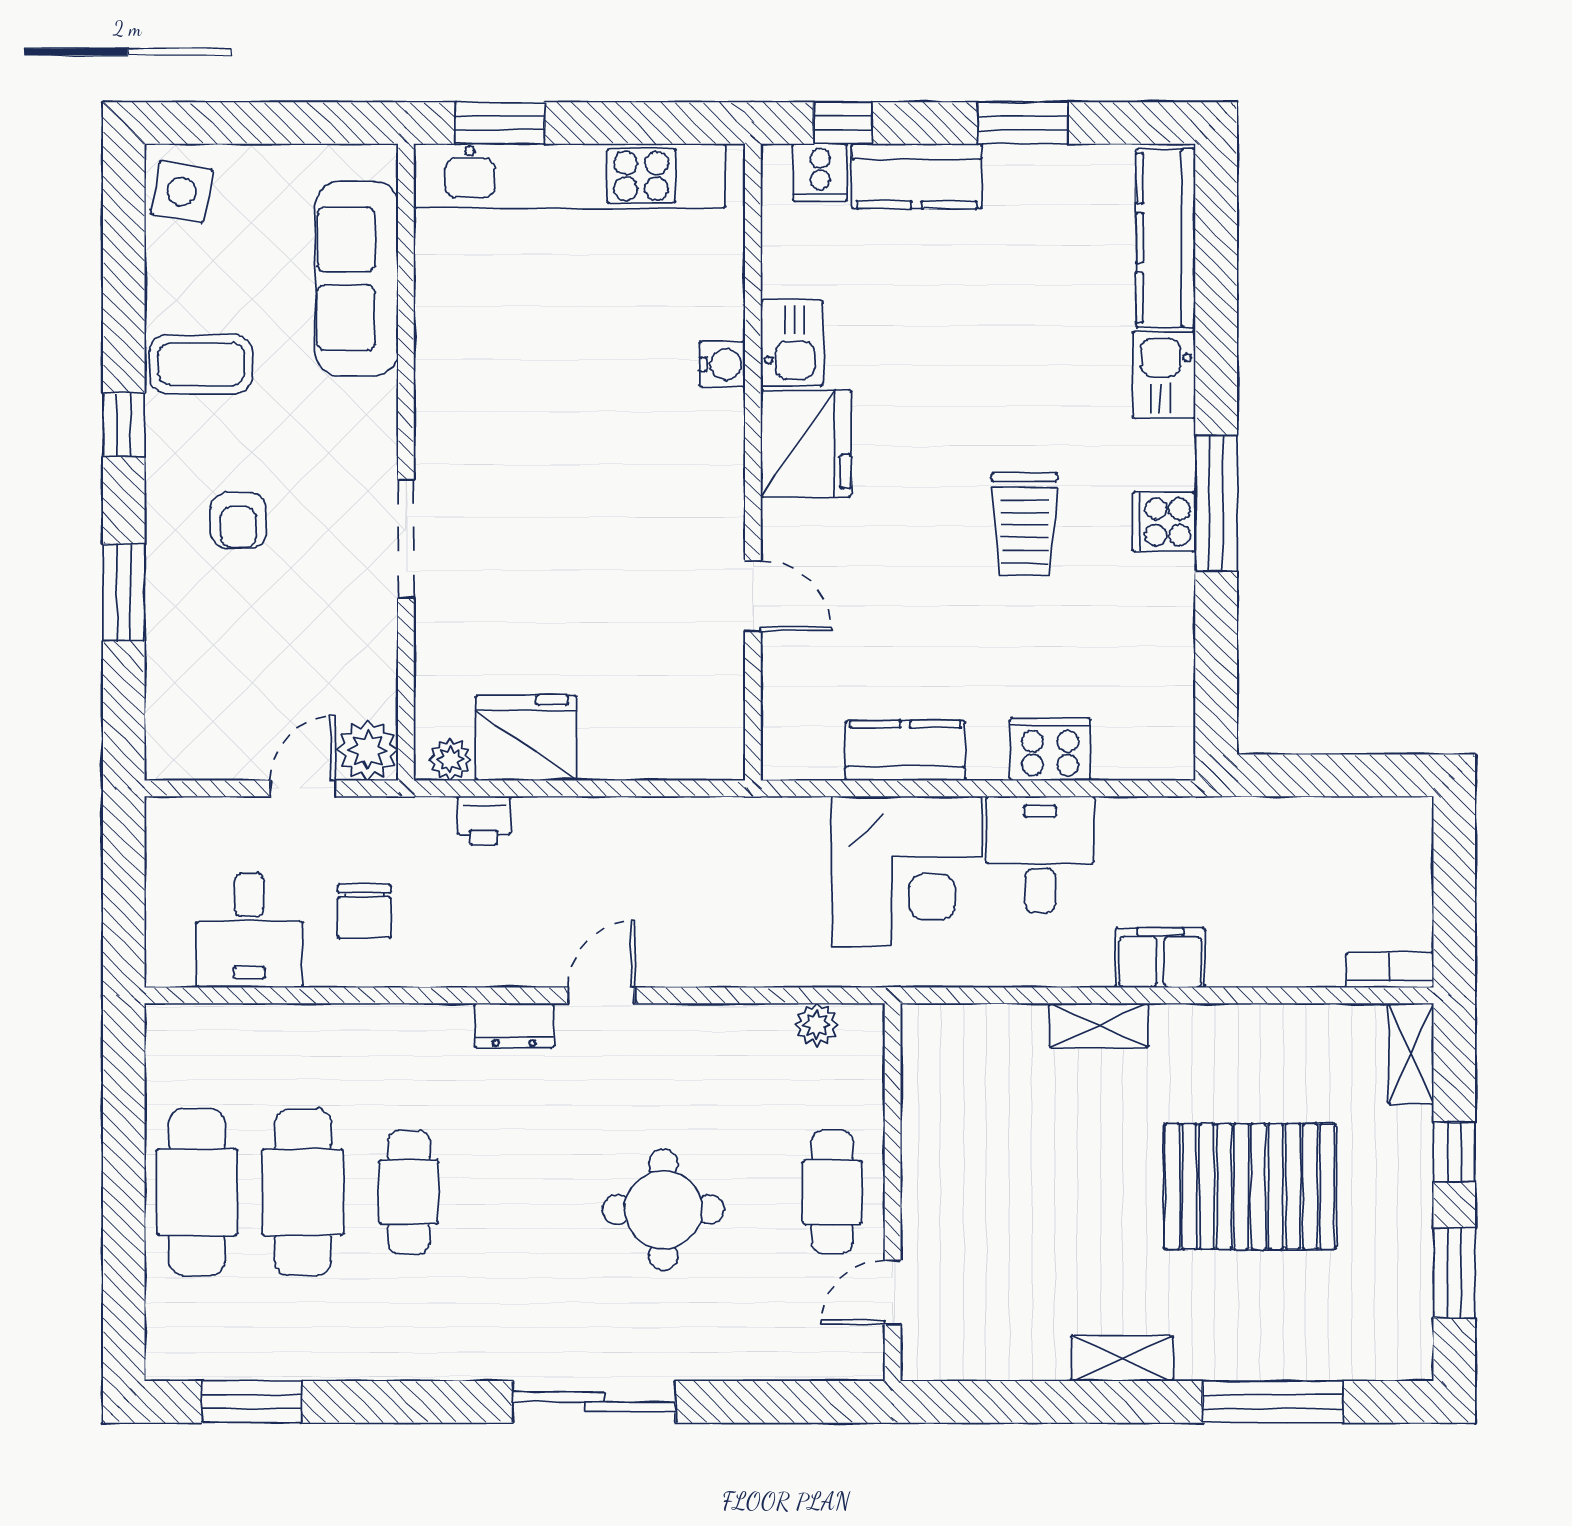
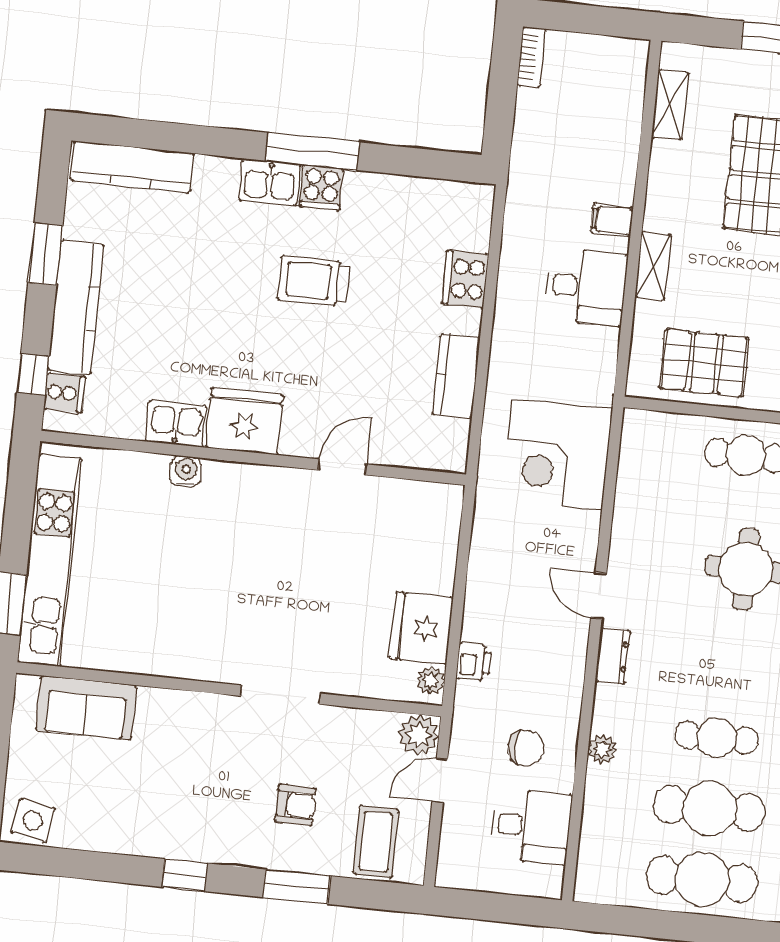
kitchen counter: (917, 176) -> (76, 307), width x1.50
sofa: (357, 279) -> (86, 708), width x0.73
coffee table: (201, 364) -> (376, 842), moved
kitchen sink: (1164, 375) -> (270, 182), moved
armchair: (239, 521) -> (295, 805), moved
trolley: (1024, 524) -> (313, 281), turned 180
door: (303, 788) -> (440, 781), hinge flipped
desk: (1040, 854) -> (586, 287), moved, turned 180
corner desk: (907, 871) -> (557, 454), moved, turned 180
filing cabinet: (1160, 958) -> (612, 220), width x0.50
bookcase: (1390, 970) -> (532, 57), moved, turned 180
plant: (817, 1025) -> (602, 749), moved
shelving: (1411, 1054) -> (670, 105), moved, turned 90
pallet: (963, 1116) -> (704, 363), added

